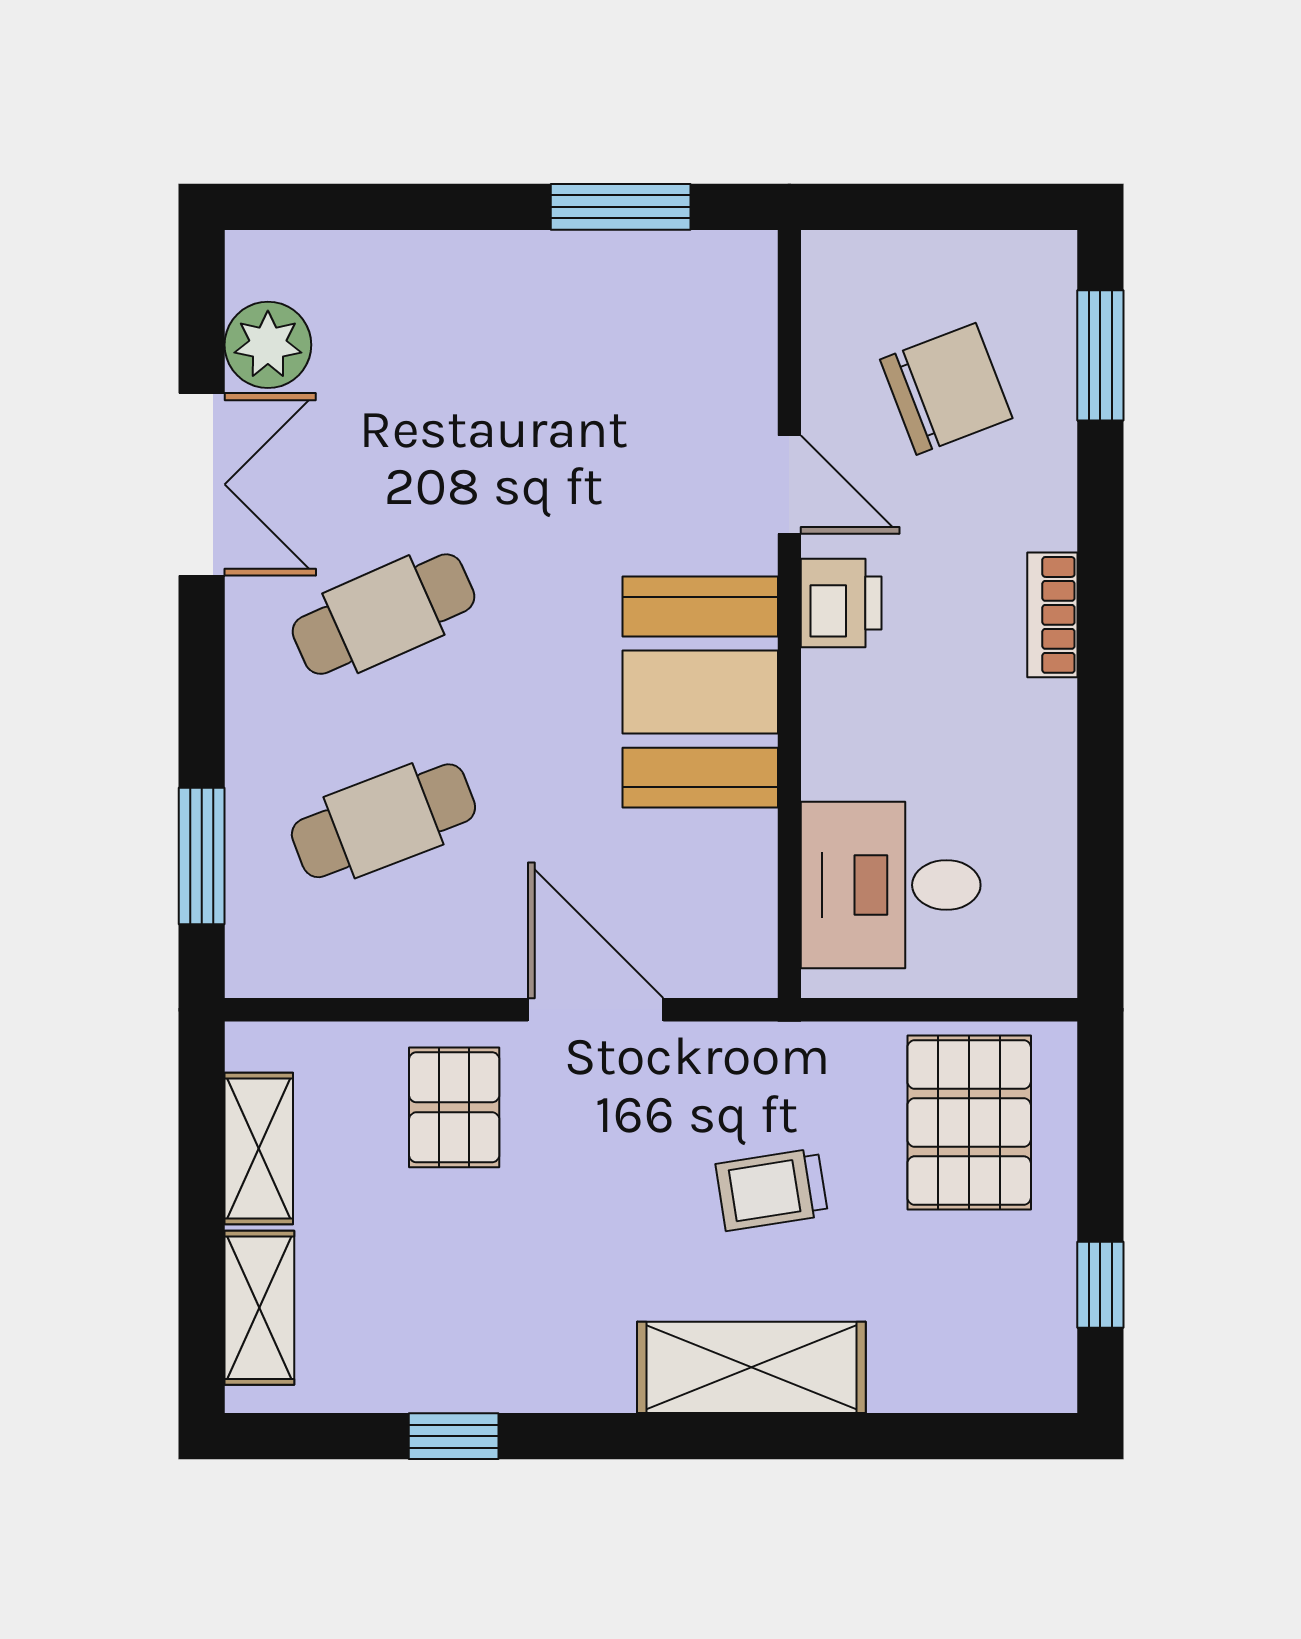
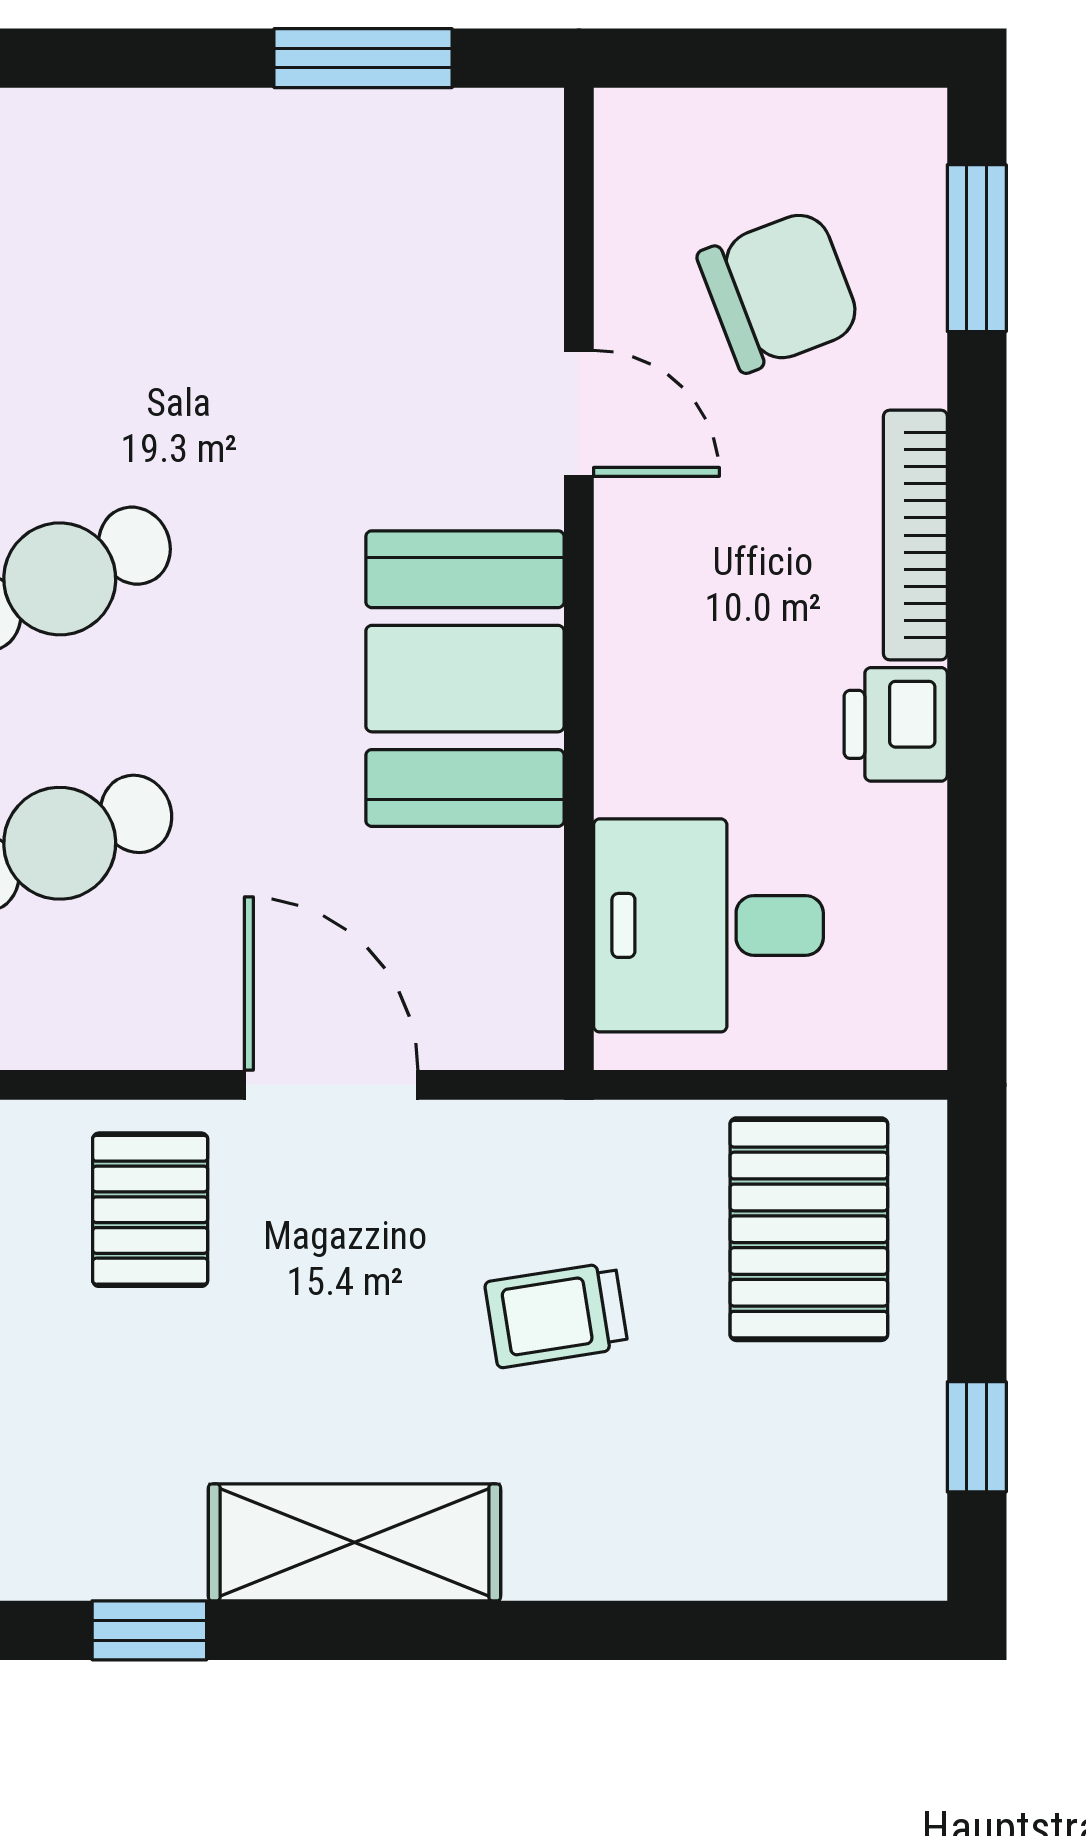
printer: (841, 603) -> (896, 724), moved, turned 180
bookcase: (1052, 615) -> (915, 535), width x1.56
shelving: (751, 1367) -> (354, 1542), moved

